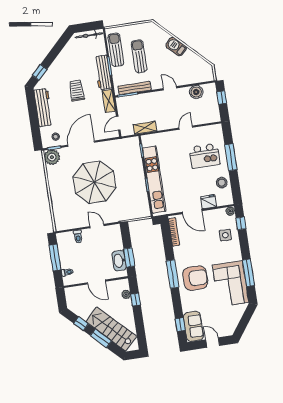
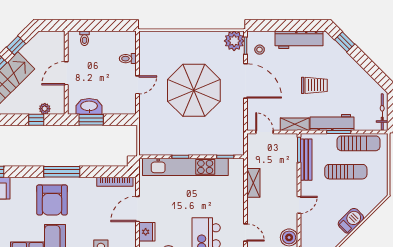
shelving: (145, 128) -> (253, 183), moved
door: (186, 128) -> (246, 232), moved
window: (55, 258) -> (106, 25), removed

